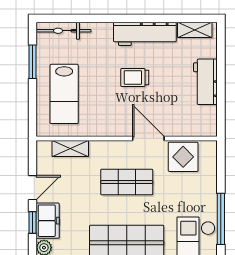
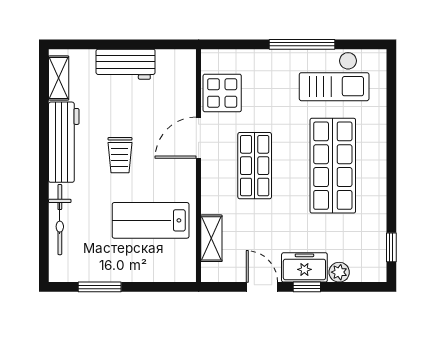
bicycle: (64, 31) -> (60, 220), moved
lab bench: (64, 94) -> (151, 220), moved, turned 180

